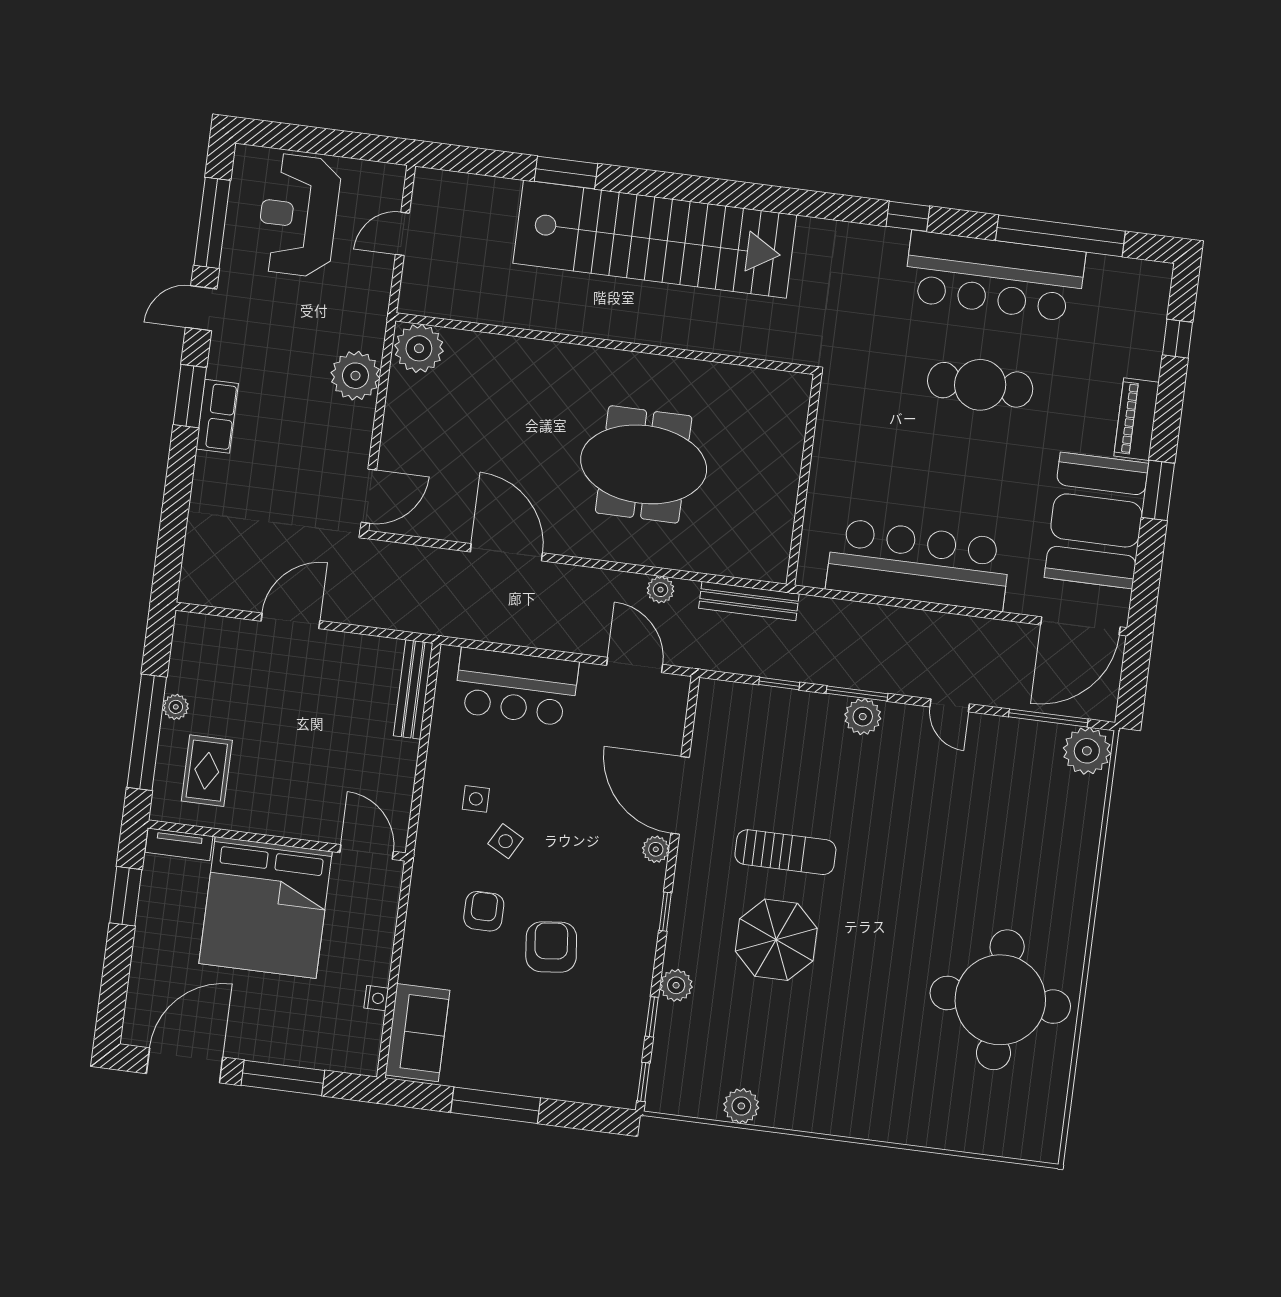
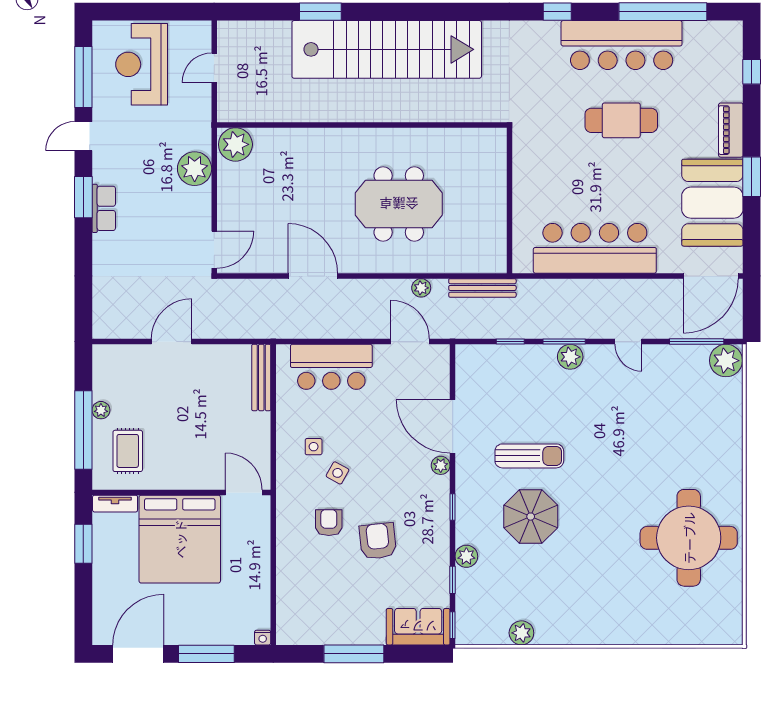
nightstand: (376, 998) -> (263, 638), moved, turned 90
sofa: (418, 1033) -> (418, 627), moved, turned -90

